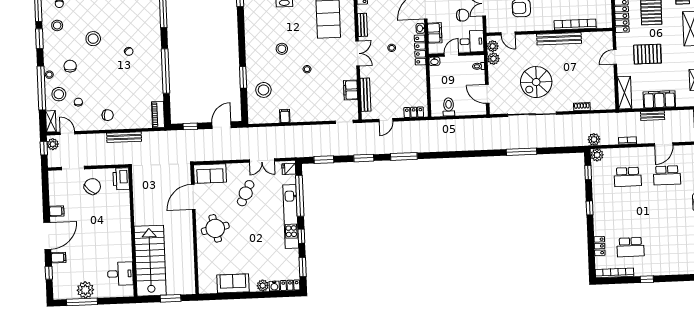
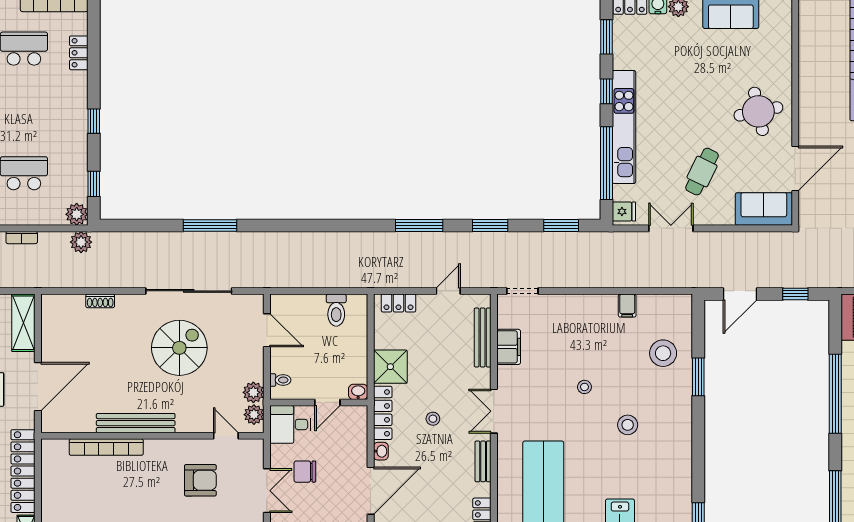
filing cabinet: (435, 33) -> (356, 442), removed
door: (615, 57) -> (38, 387), width x1.88
shower: (417, 76) -> (390, 367), added

